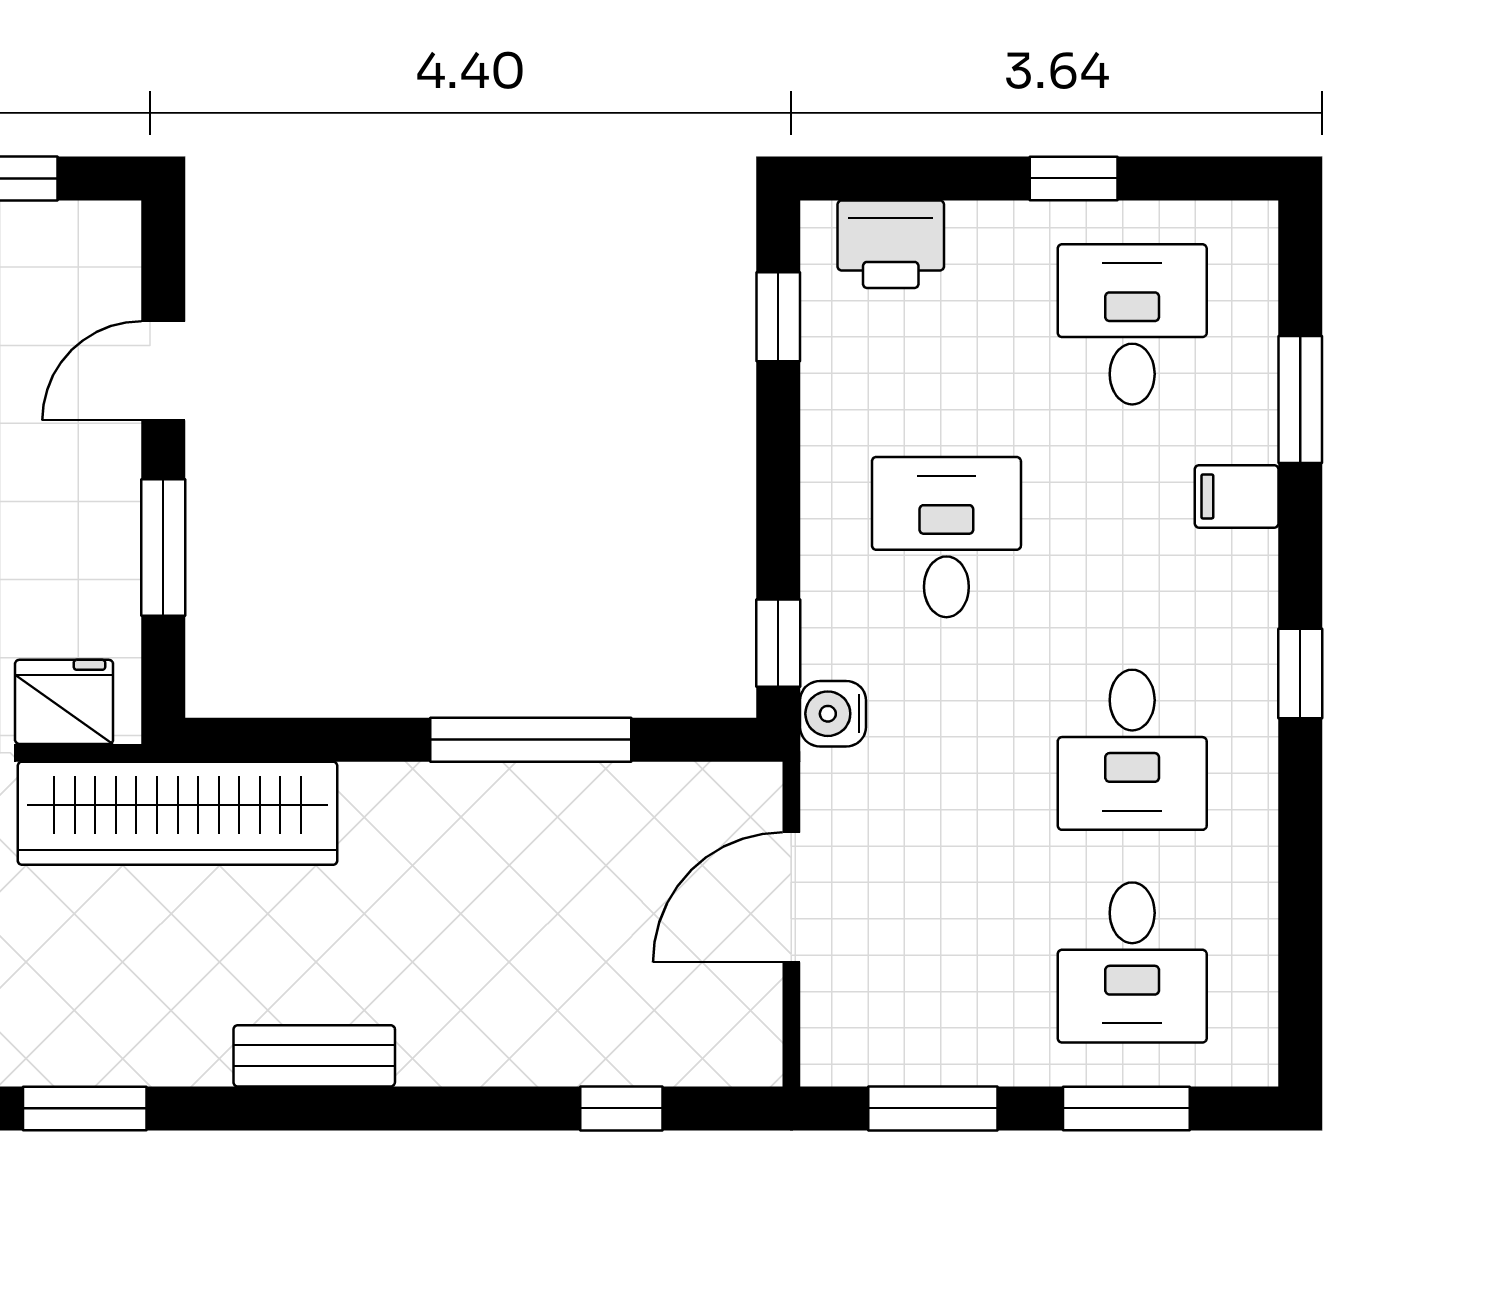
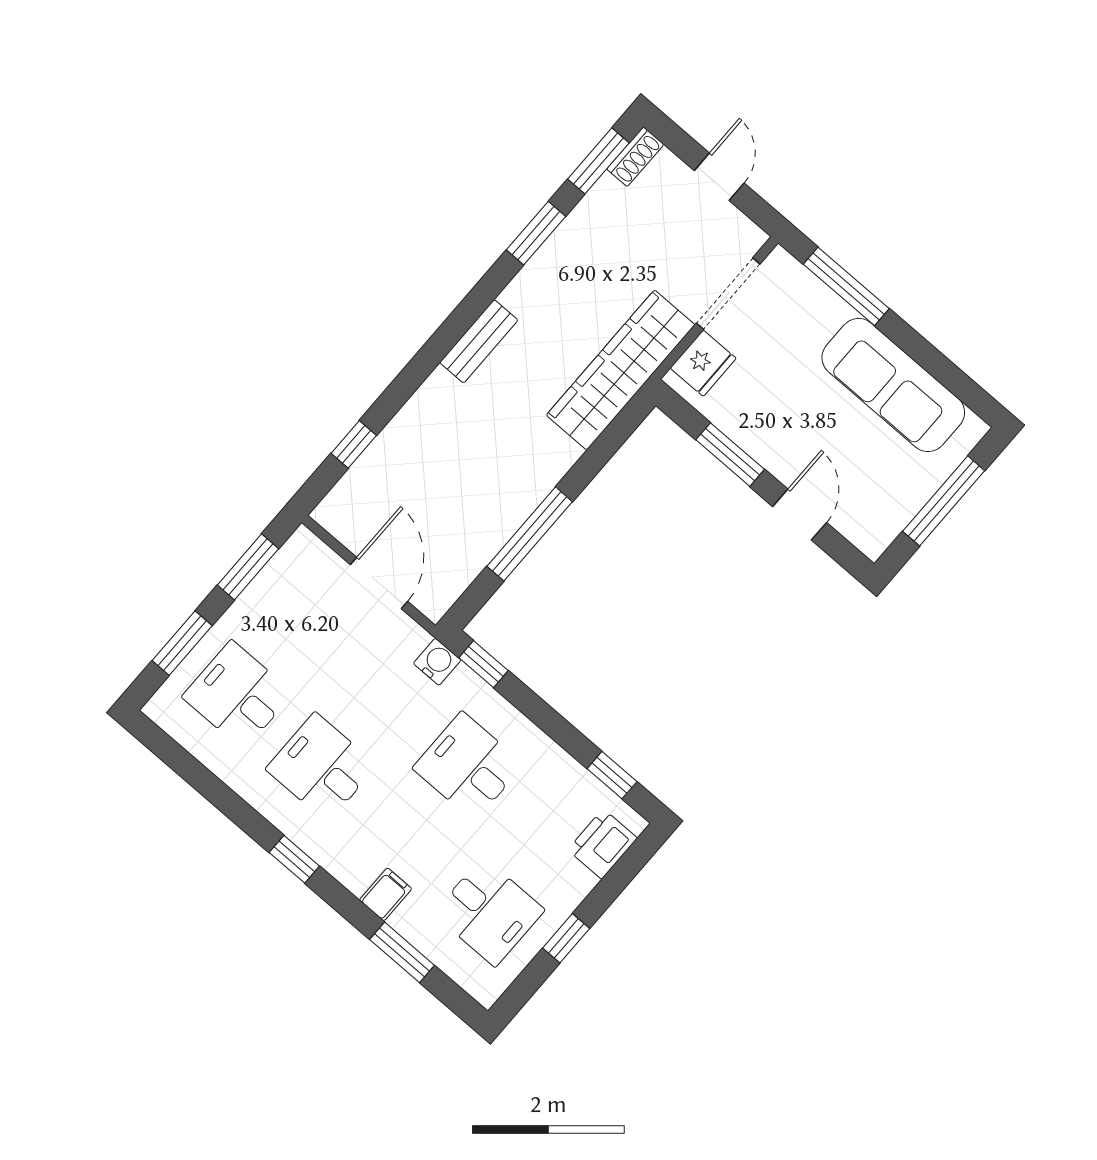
desk: (946, 537) -> (468, 766), turned 180

